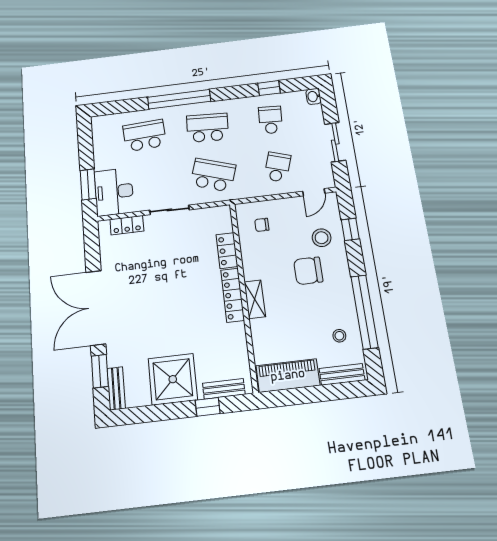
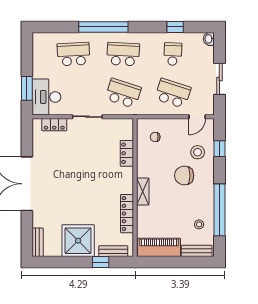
school desk: (277, 167) -> (173, 93), width x1.85
locker: (233, 295) -> (127, 214), moved
window: (100, 371) -> (27, 229), removed

